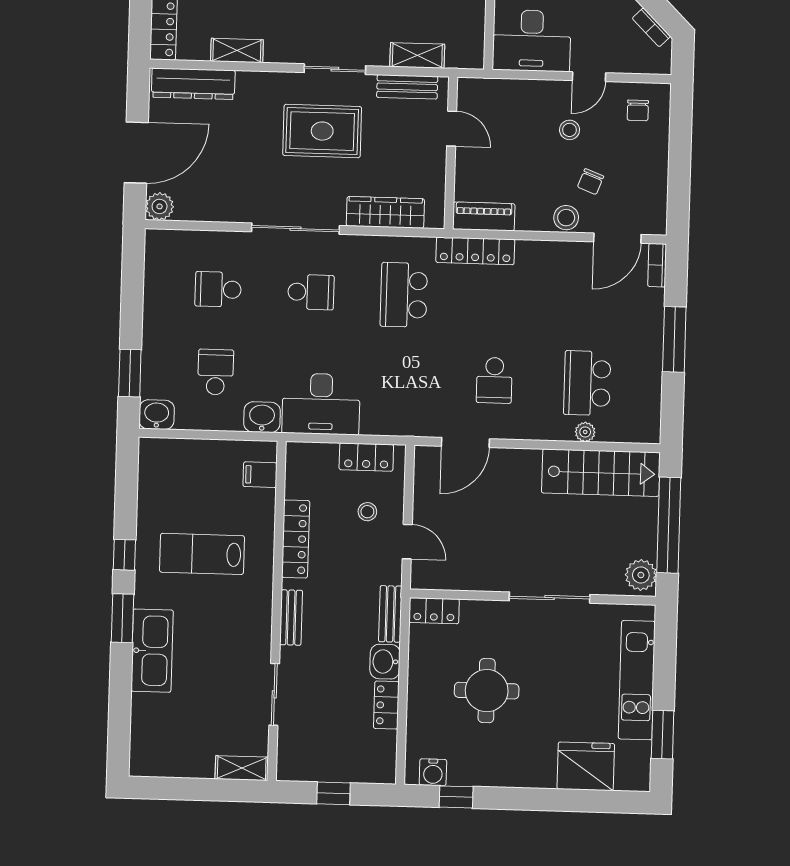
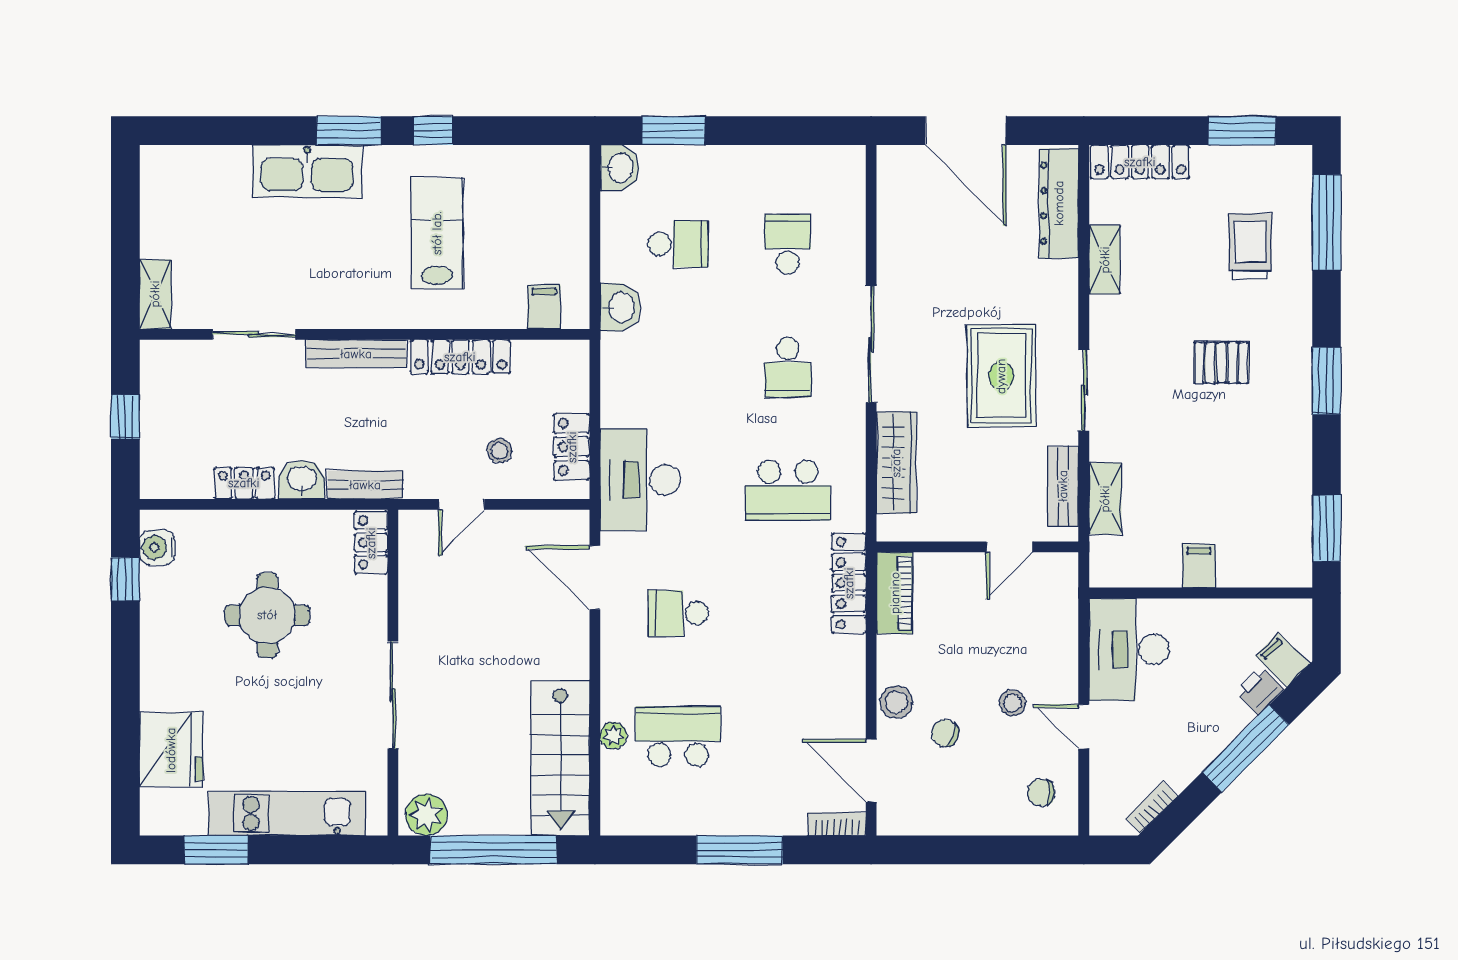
plant: (160, 206) -> (895, 163), removed
school desk: (404, 295) -> (788, 490), turned 180
desk: (321, 404) -> (640, 480), moved
bench: (291, 618) -> (356, 354), width x1.36

